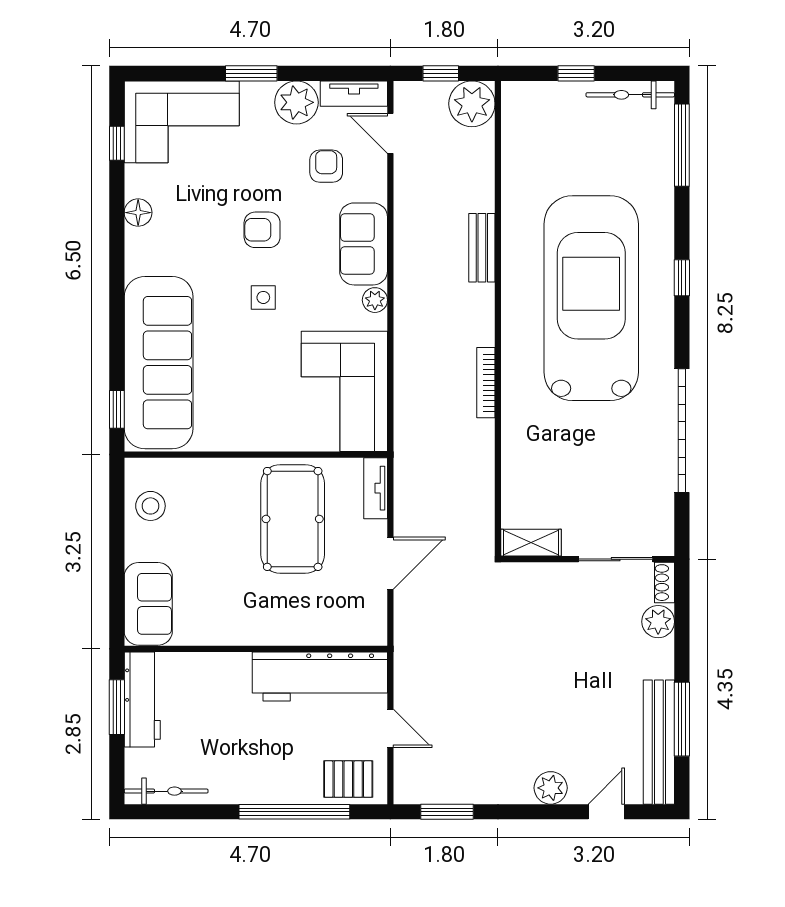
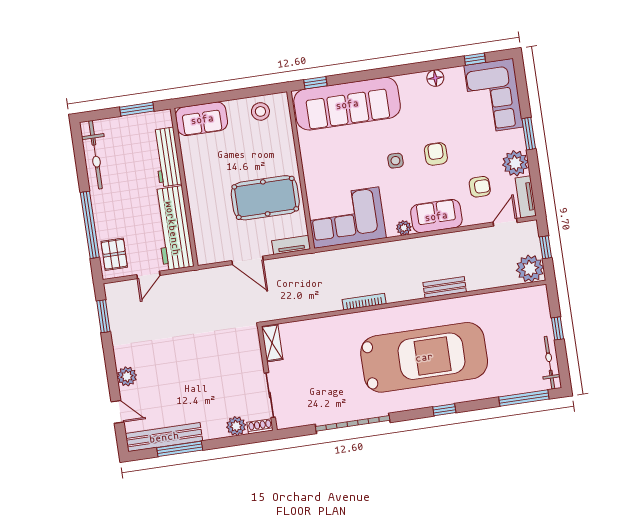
workbench: (142, 699) -> (167, 157), moved, turned 90
bicycle: (166, 791) -> (95, 155), width x1.37, depth x1.40

